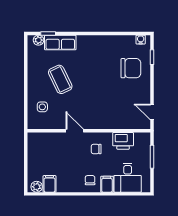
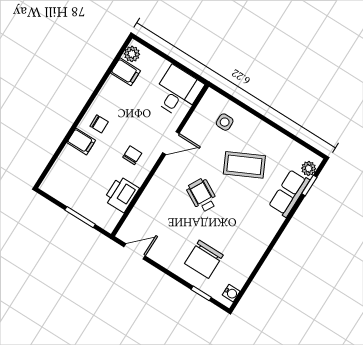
wheelchair: (94, 93) -> (202, 195), added
desk: (128, 178) -> (177, 92), moved, turned 90

